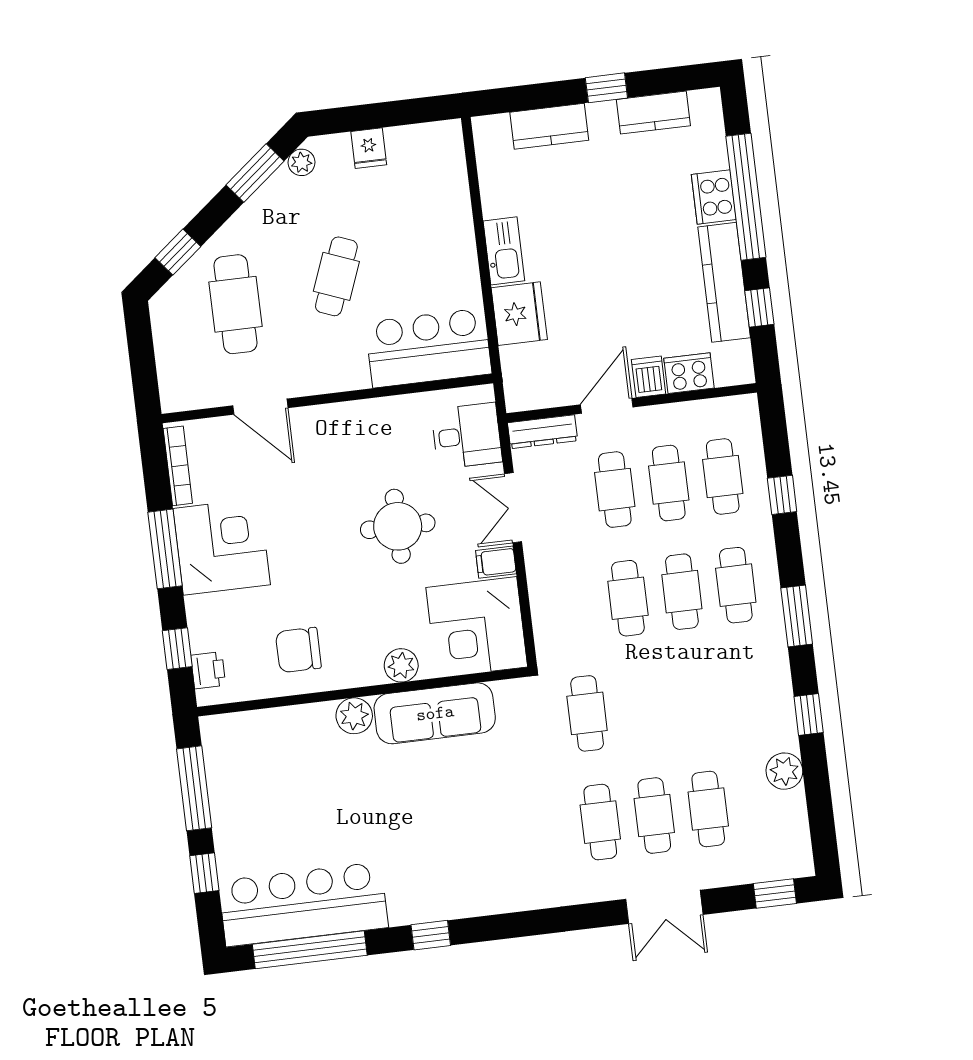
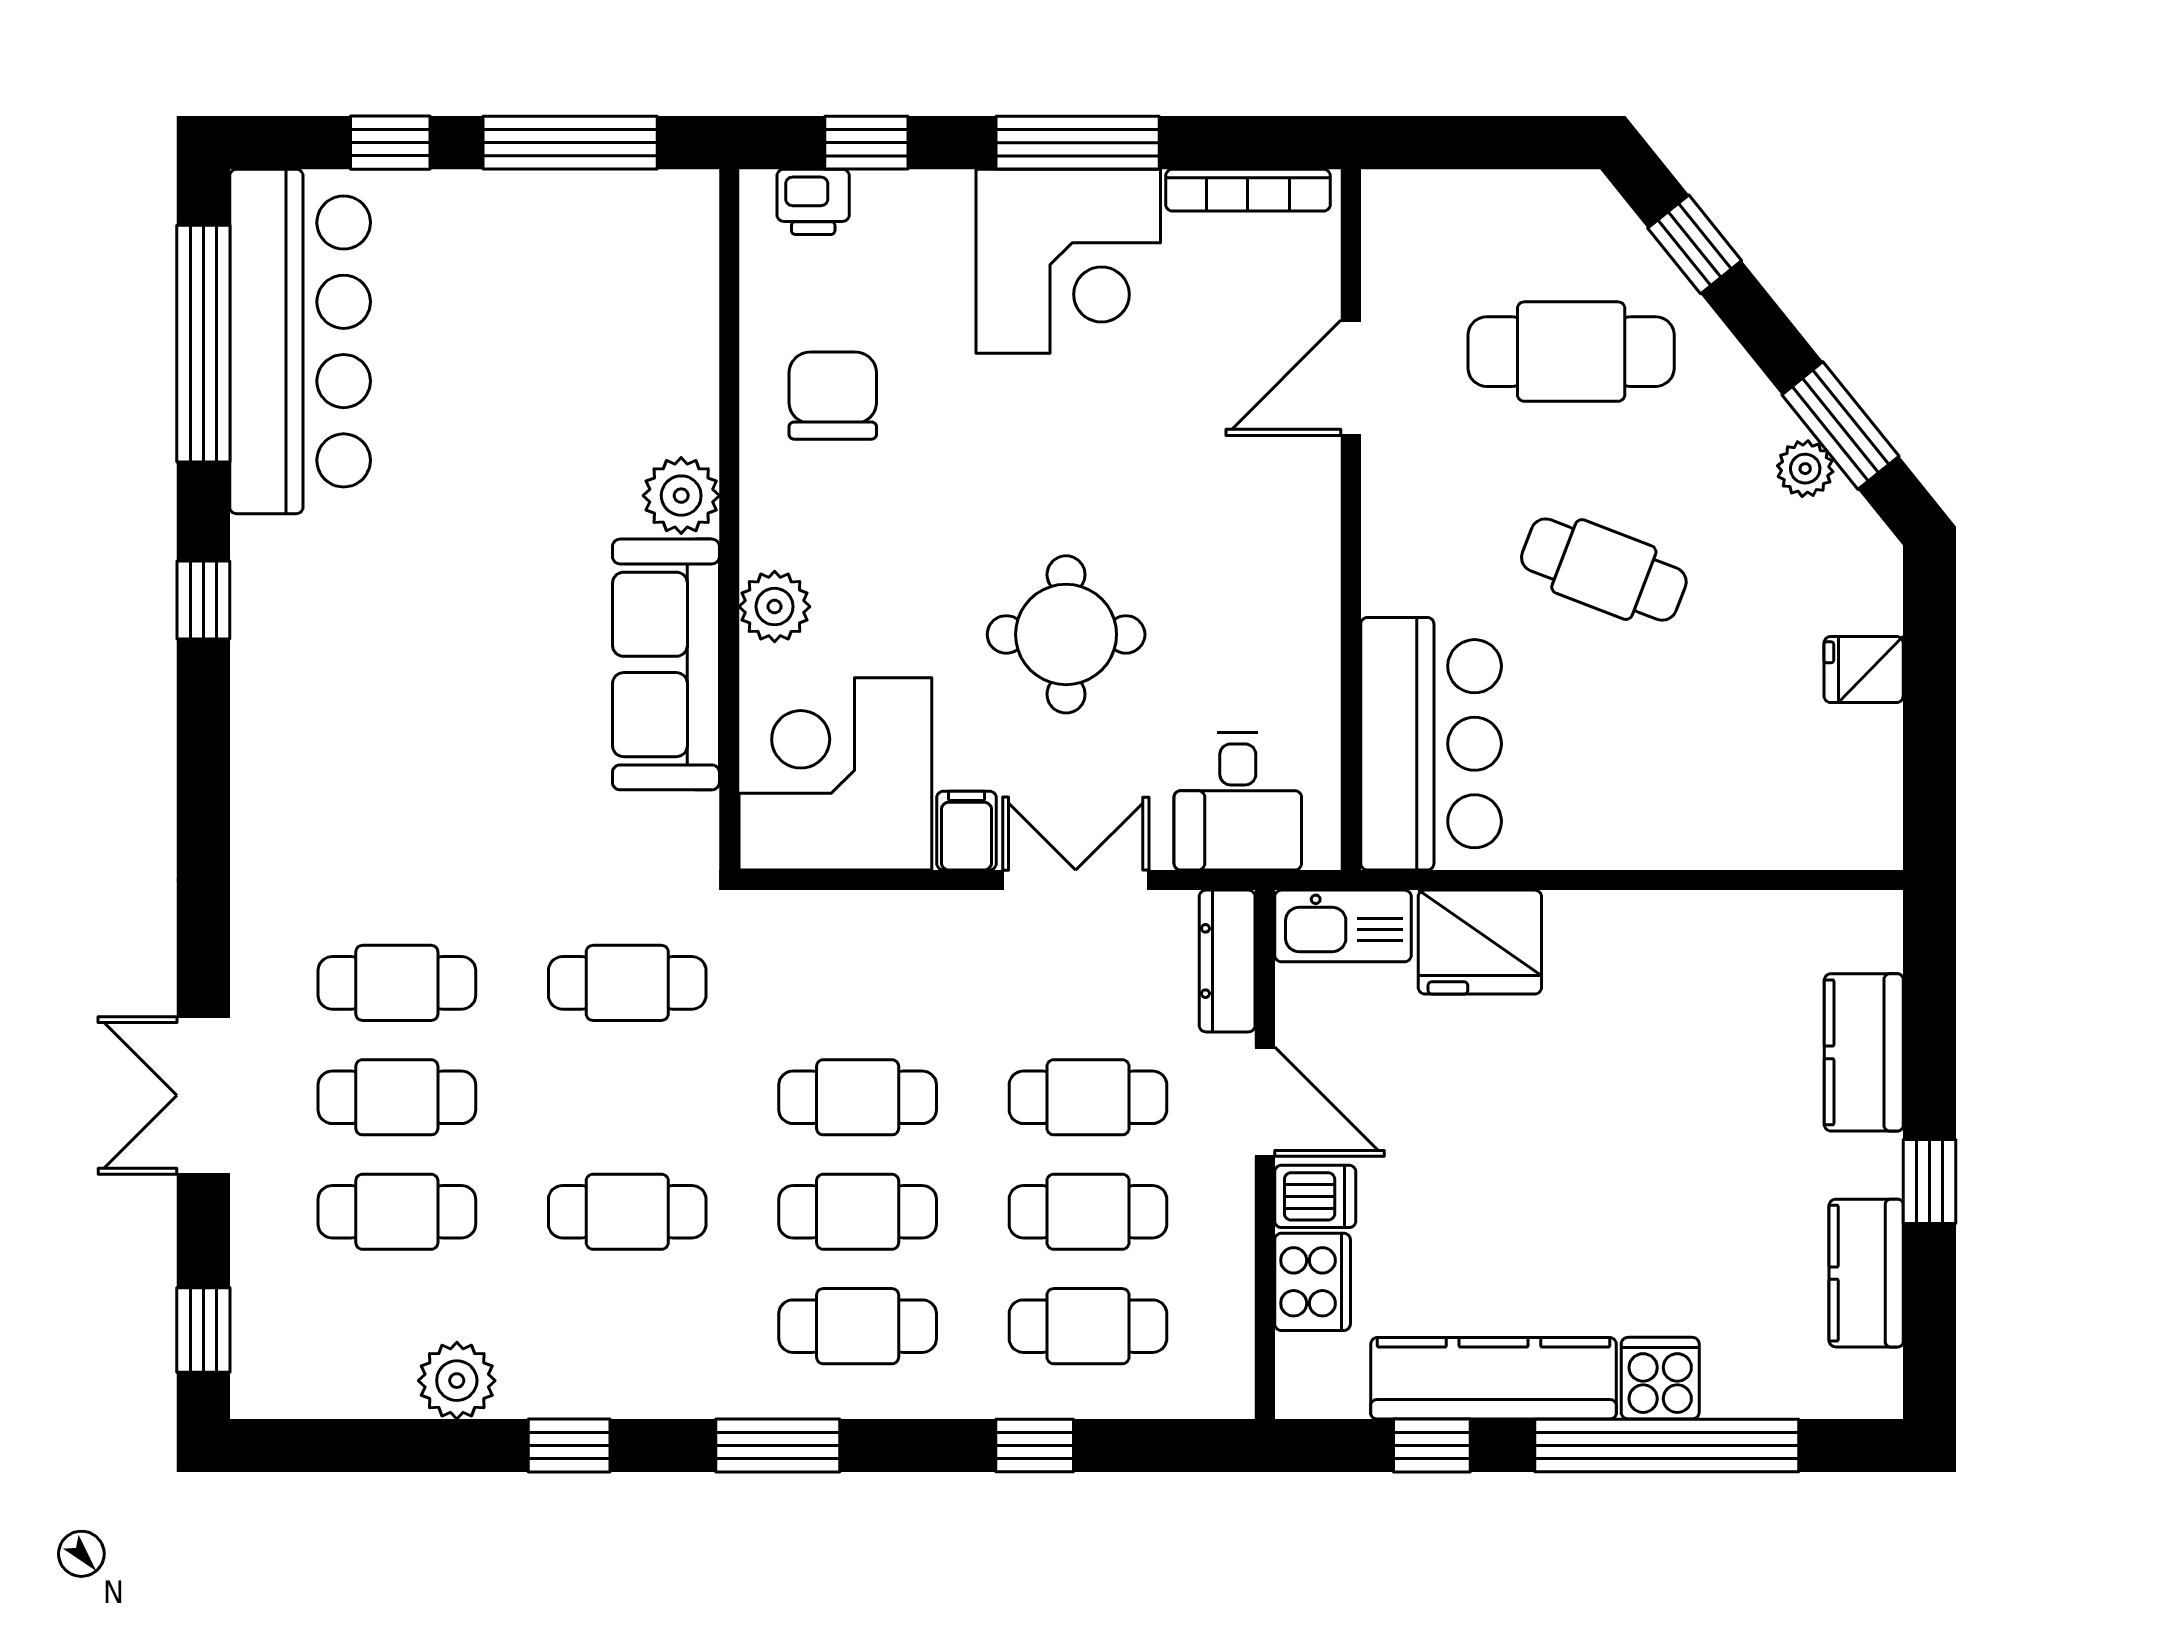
plant: (301, 162) -> (1805, 469), moved
cooker: (714, 197) -> (1660, 1378), width x0.73
kitchen sink: (504, 251) -> (1343, 926), moved
cafe table: (695, 700) -> (627, 1212), added

